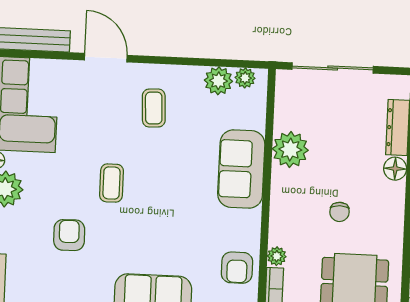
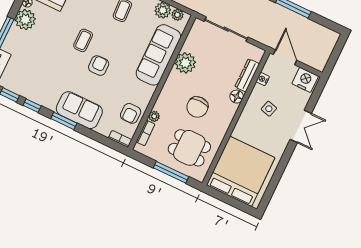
sofa: (241, 169) -> (158, 55), width x1.36
chair: (340, 212) -> (197, 107), width x1.87, depth x1.87
armchair: (69, 235) -> (99, 66), moved

